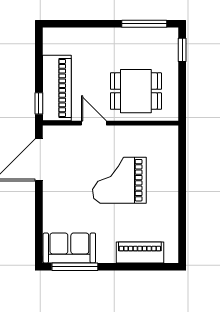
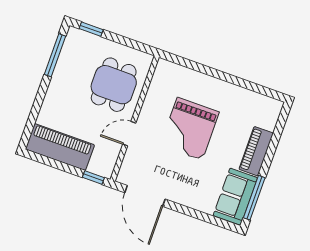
piano: (57, 88) -> (60, 147), moved
piano: (140, 253) -> (256, 151), moved

